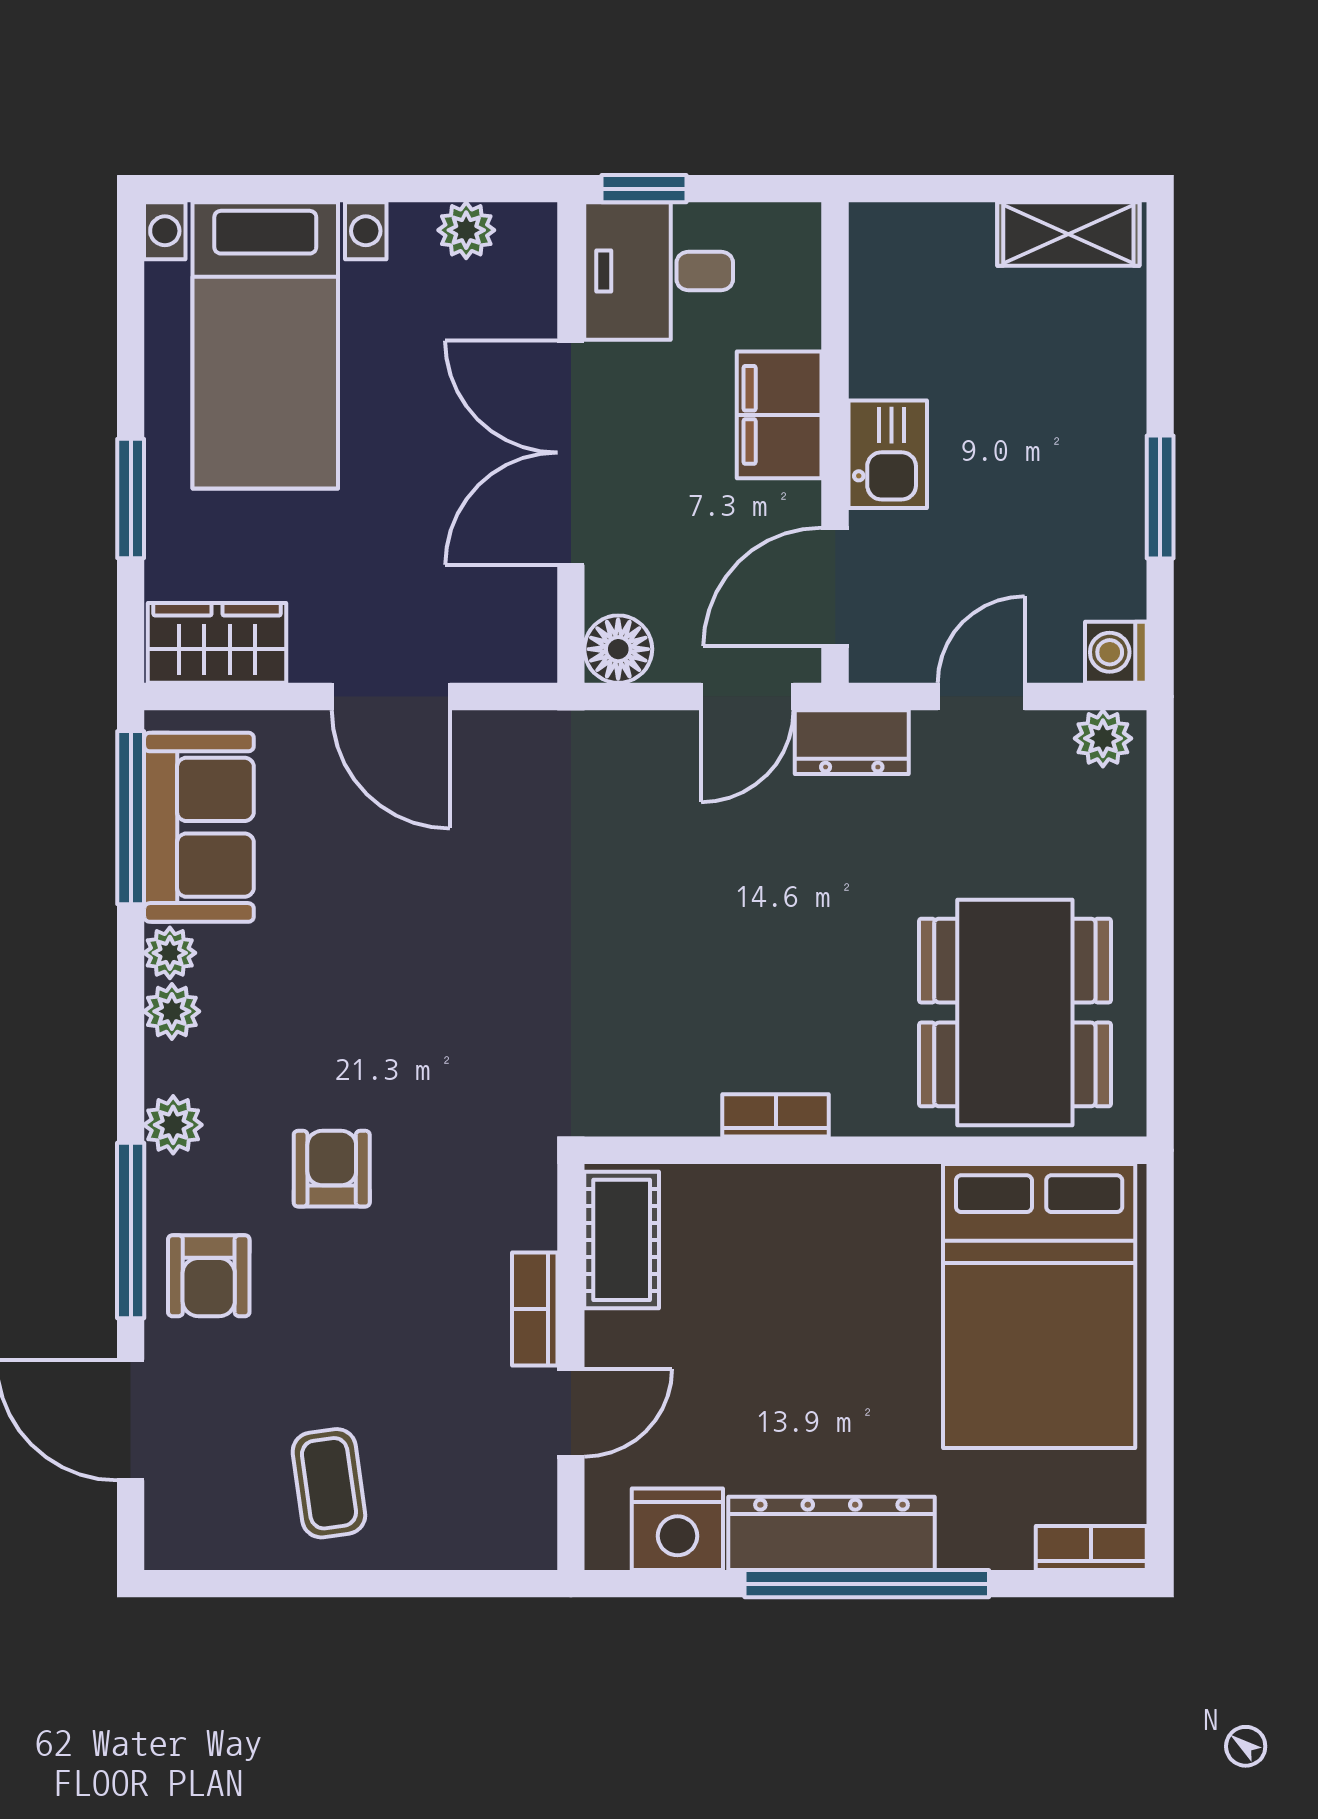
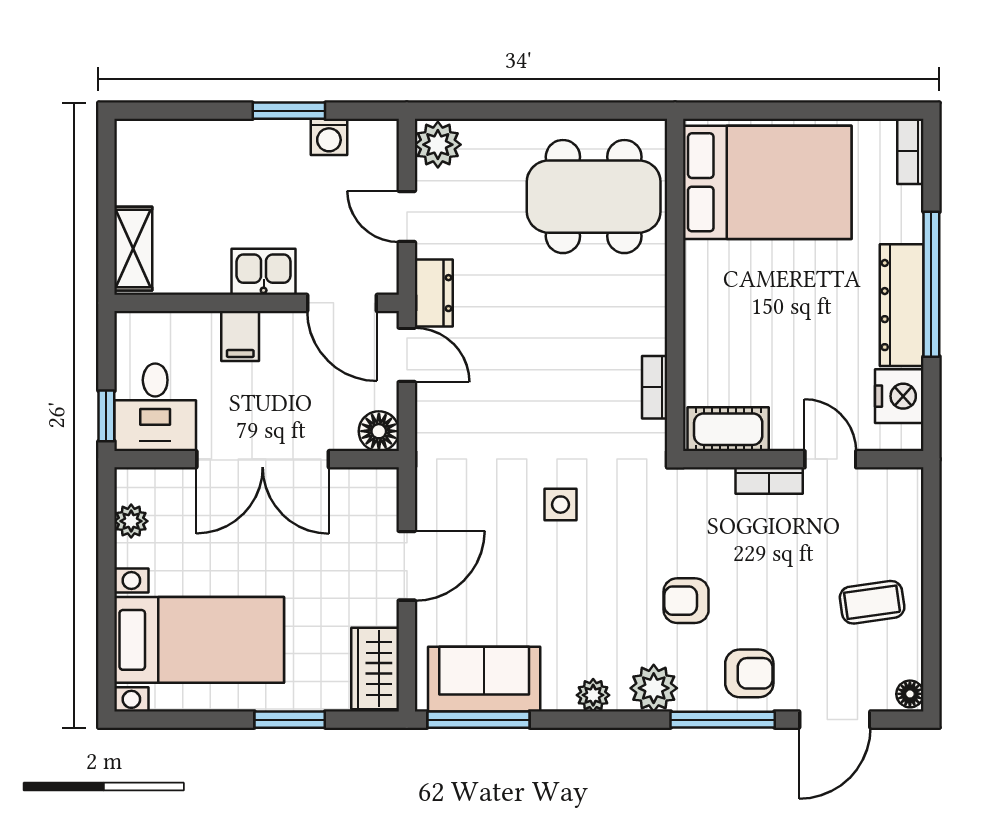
shelving: (1068, 234) -> (133, 249), moved
filing cabinet: (779, 415) -> (240, 336), width x0.50
washing machine: (1116, 652) -> (329, 137), moved
plant: (1103, 738) -> (438, 145), width x1.38, depth x1.38
plant: (170, 953) -> (558, 696), removed
side table: (494, 956) -> (561, 505), added
bookcase: (776, 1115) -> (655, 387), moved
plant: (173, 1125) -> (654, 688), width x1.38, depth x1.38
floor lamp: (174, 1547) -> (910, 694), added

